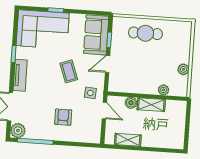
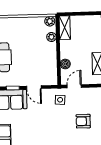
plant: (183, 69) -> (50, 21), moved
coffee table: (69, 71) -> (43, 120), removed
shelving: (151, 105) -> (65, 28), moved

